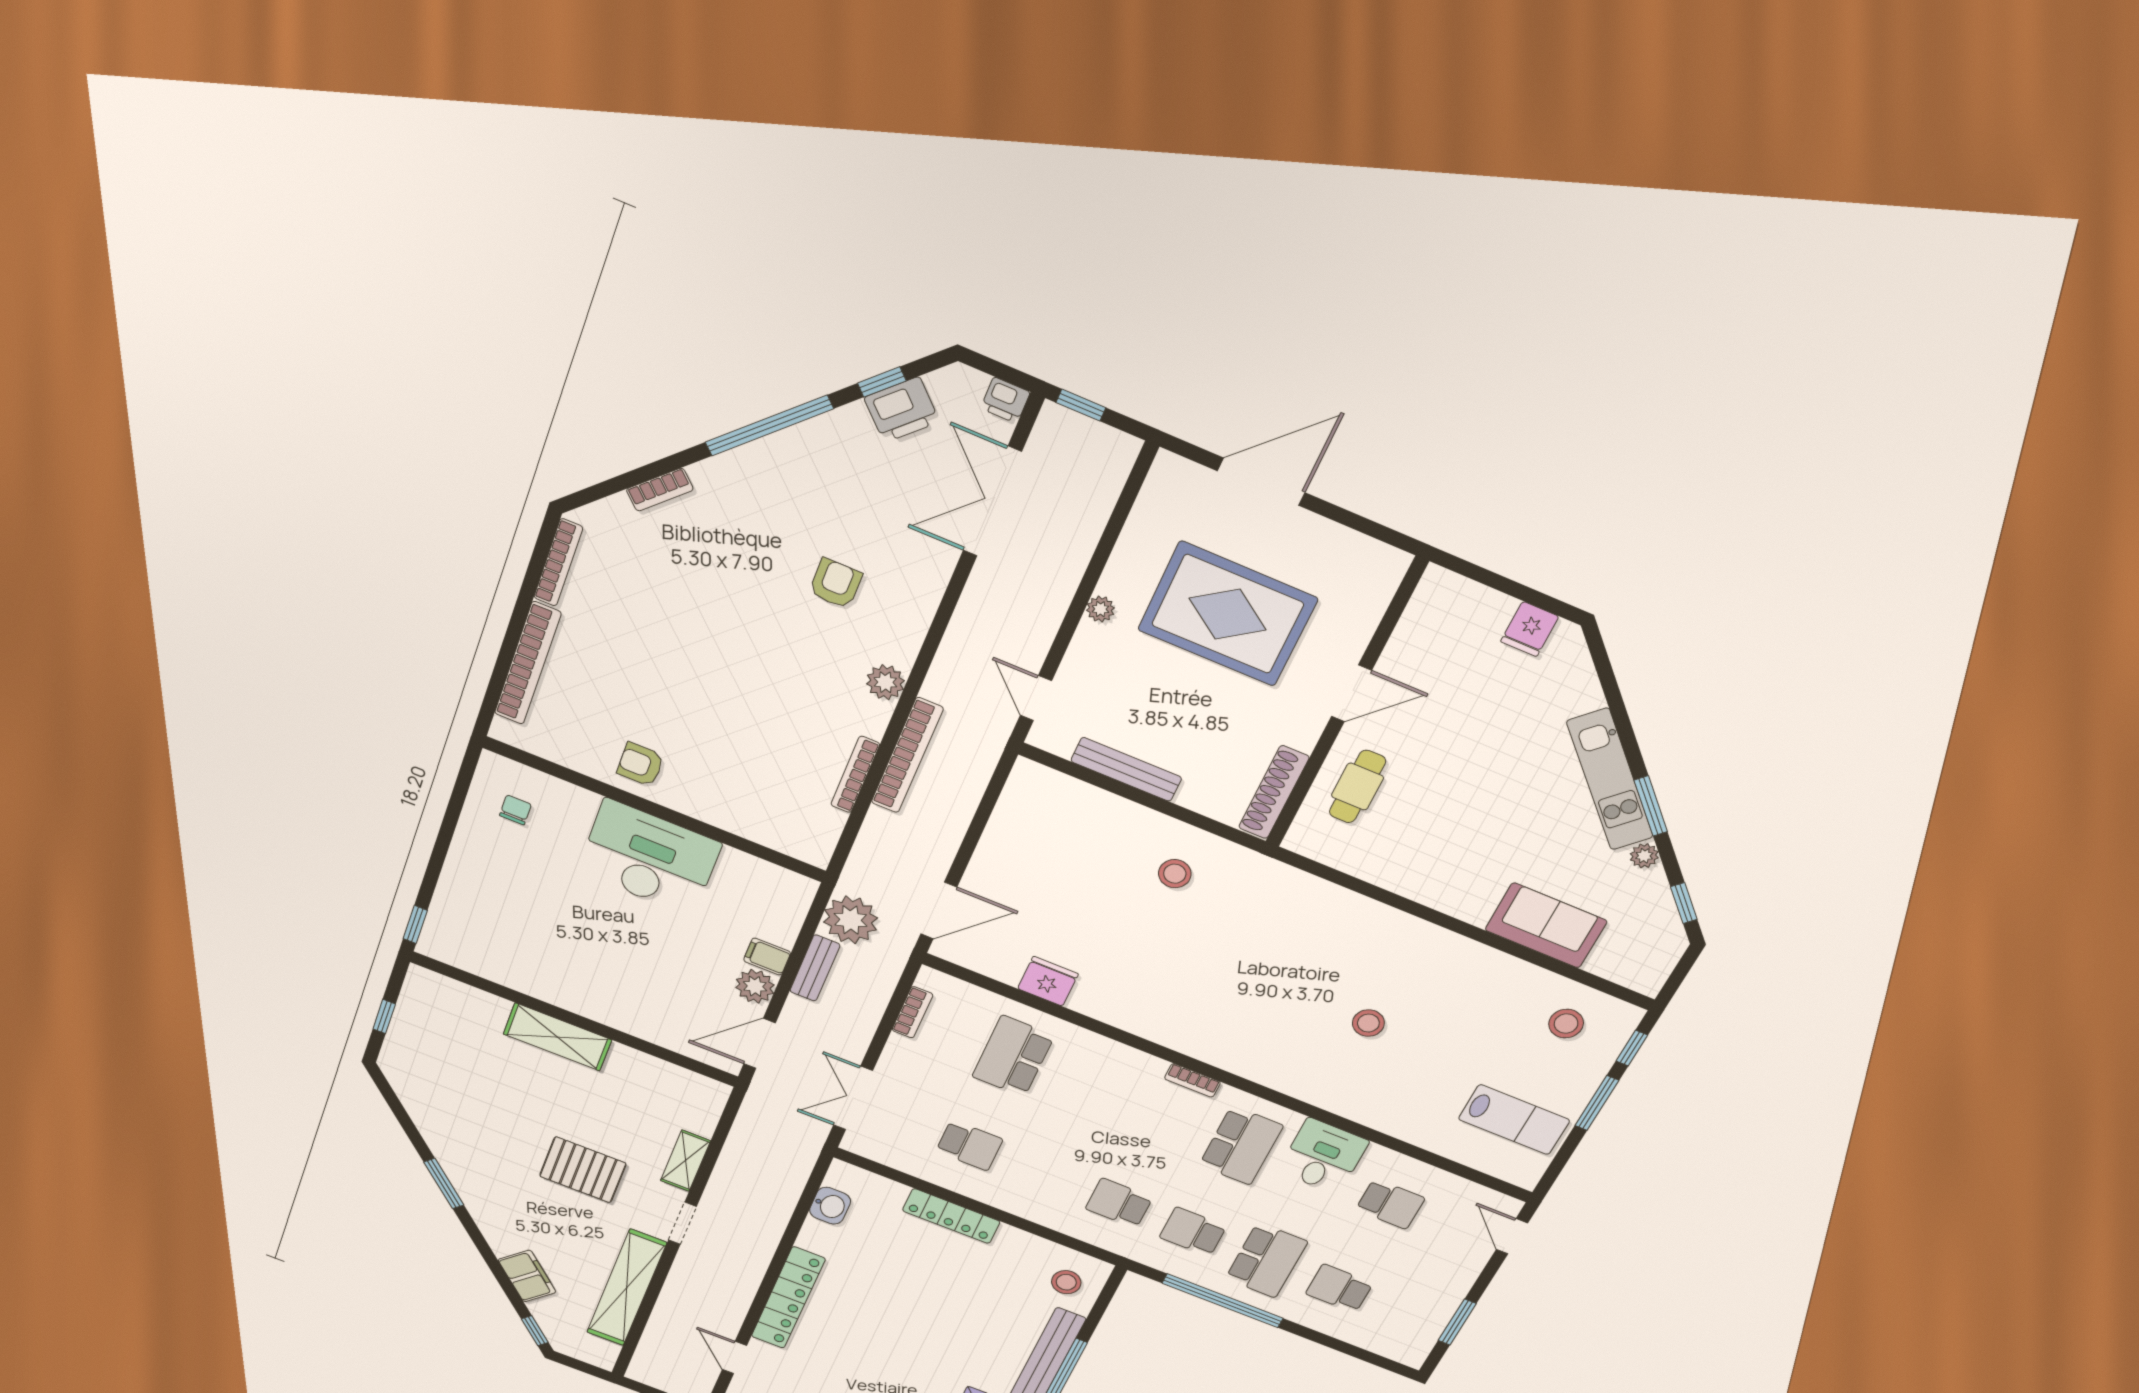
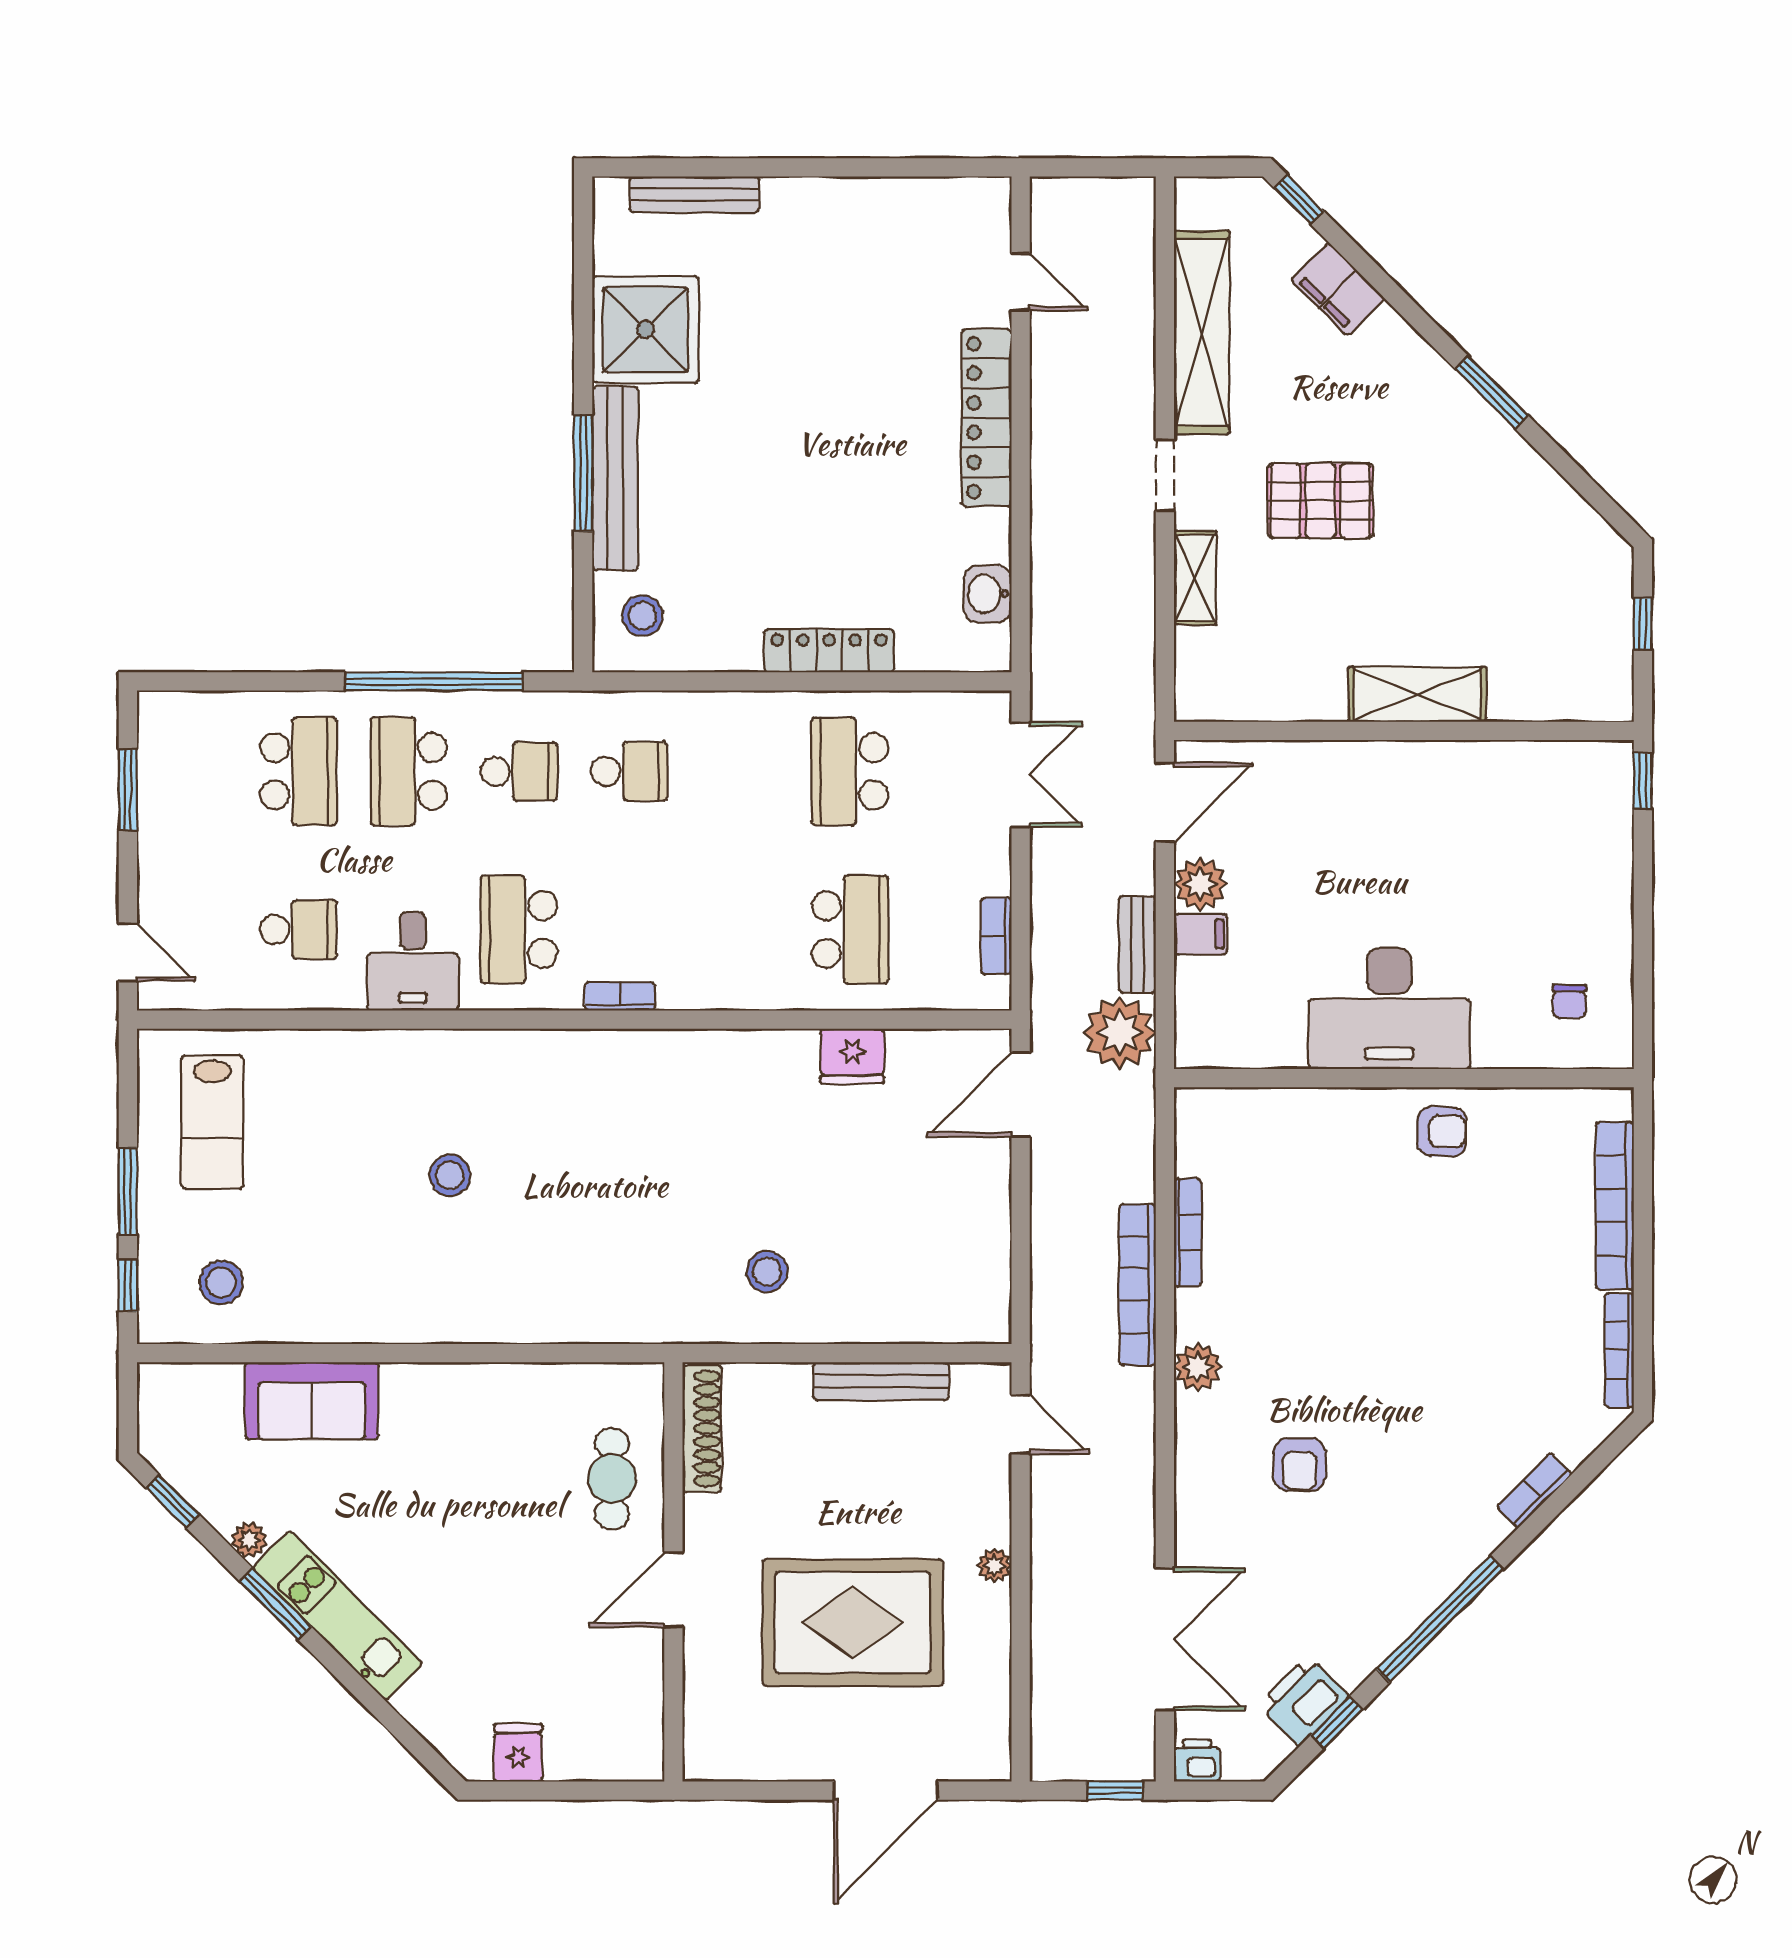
lab bench: (1514, 1120) -> (212, 1122), turned -90
school desk: (969, 1145) -> (850, 771), width x1.85
school desk: (1390, 1204) -> (298, 930), turned 180
school desk: (1339, 1288) -> (298, 771), width x1.85

